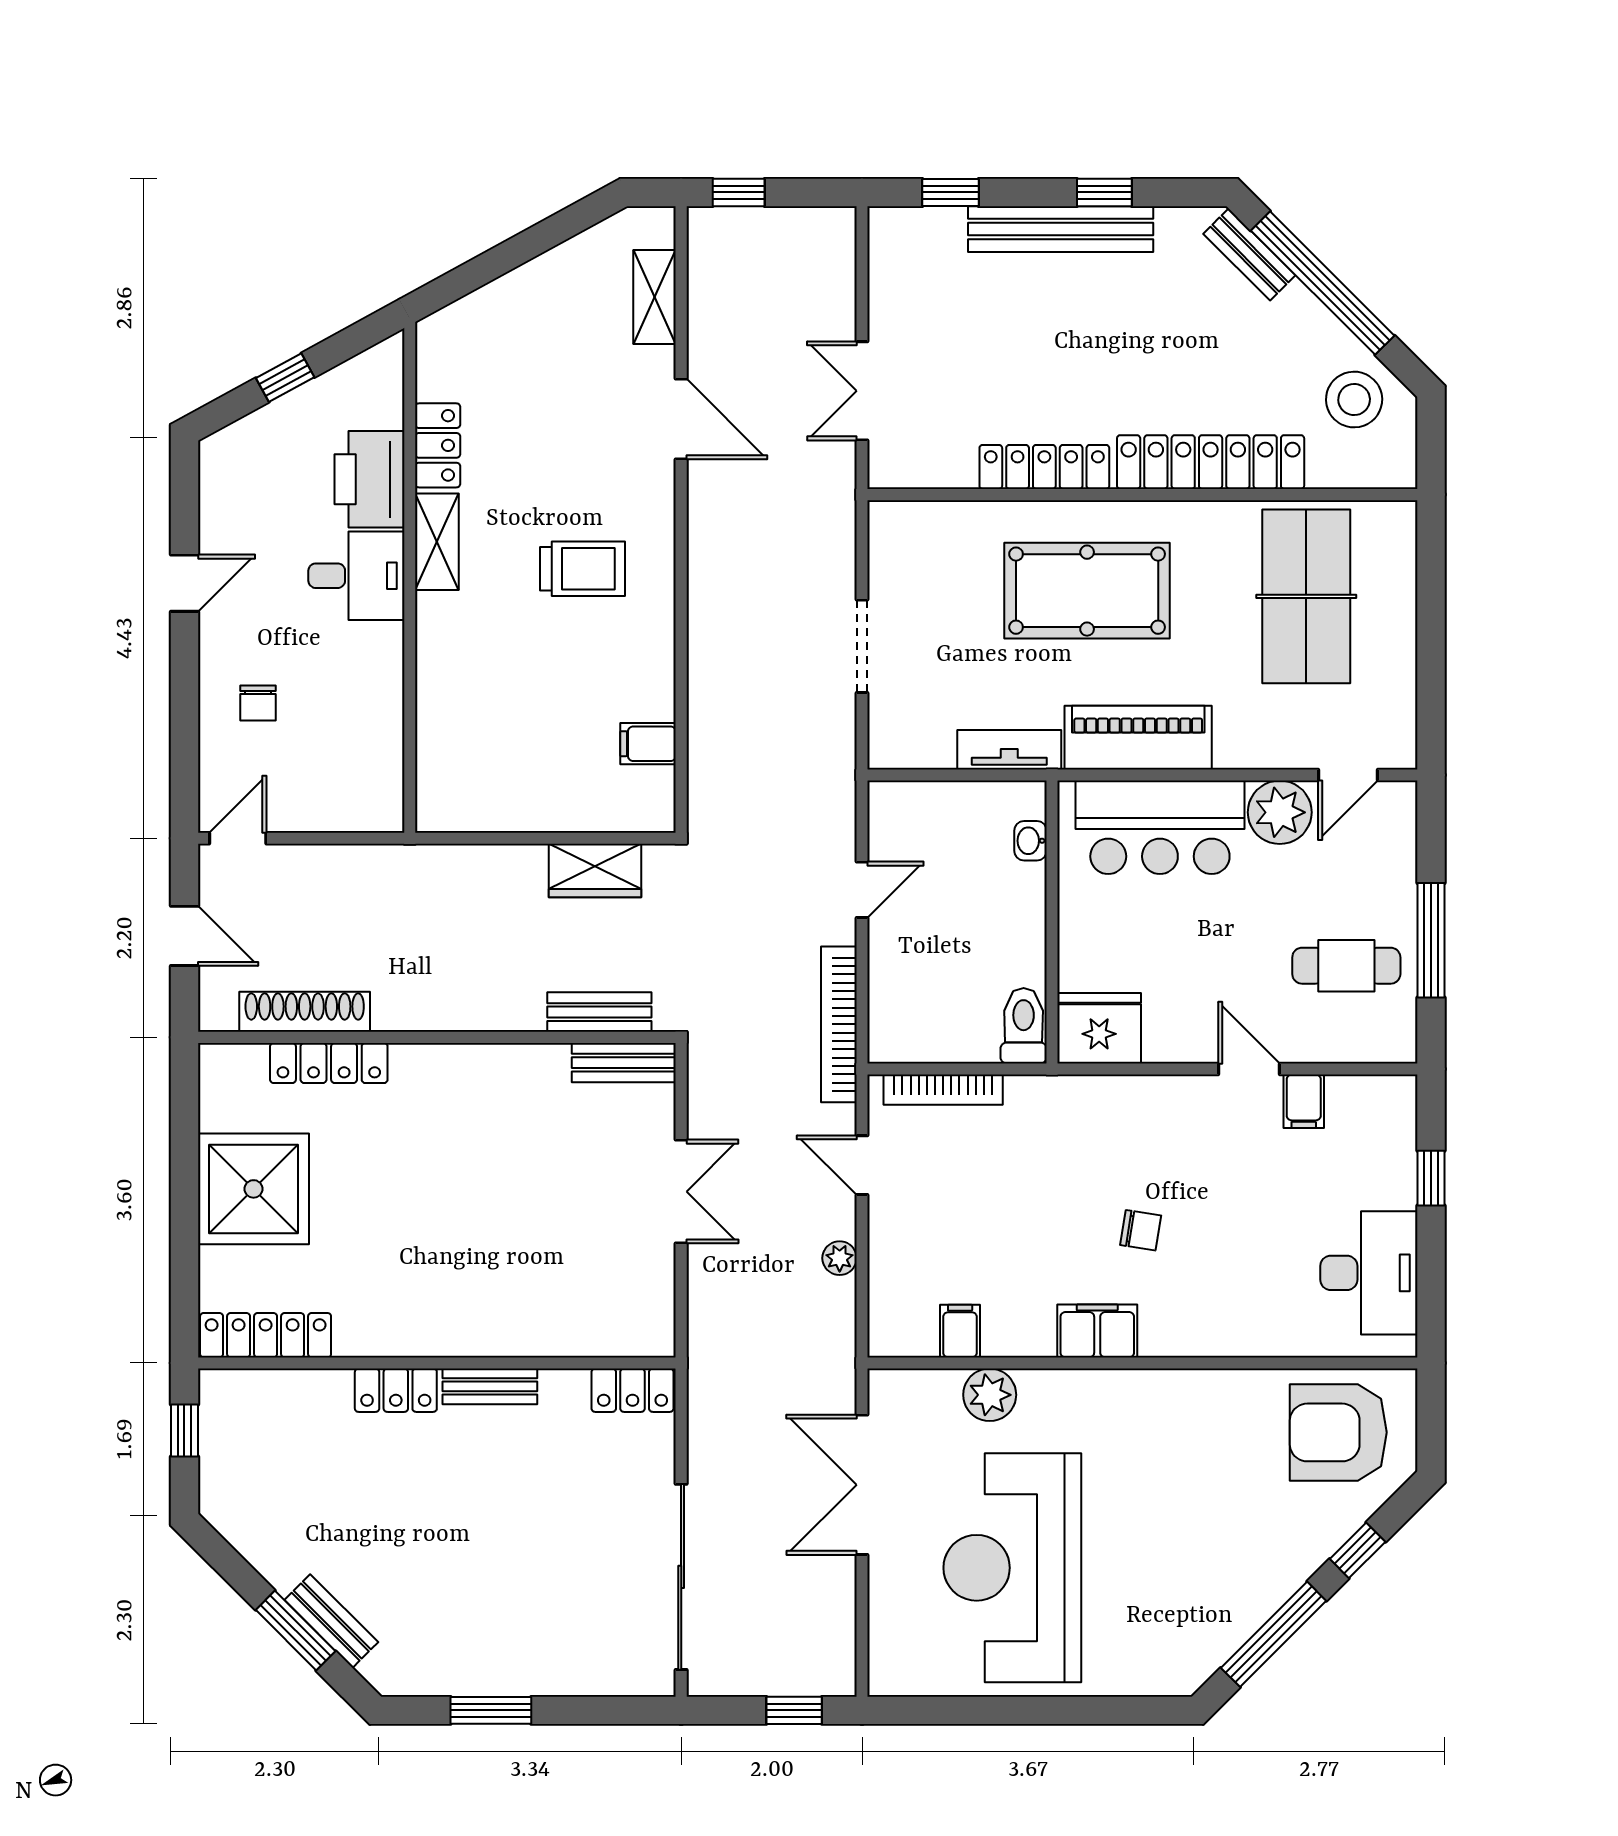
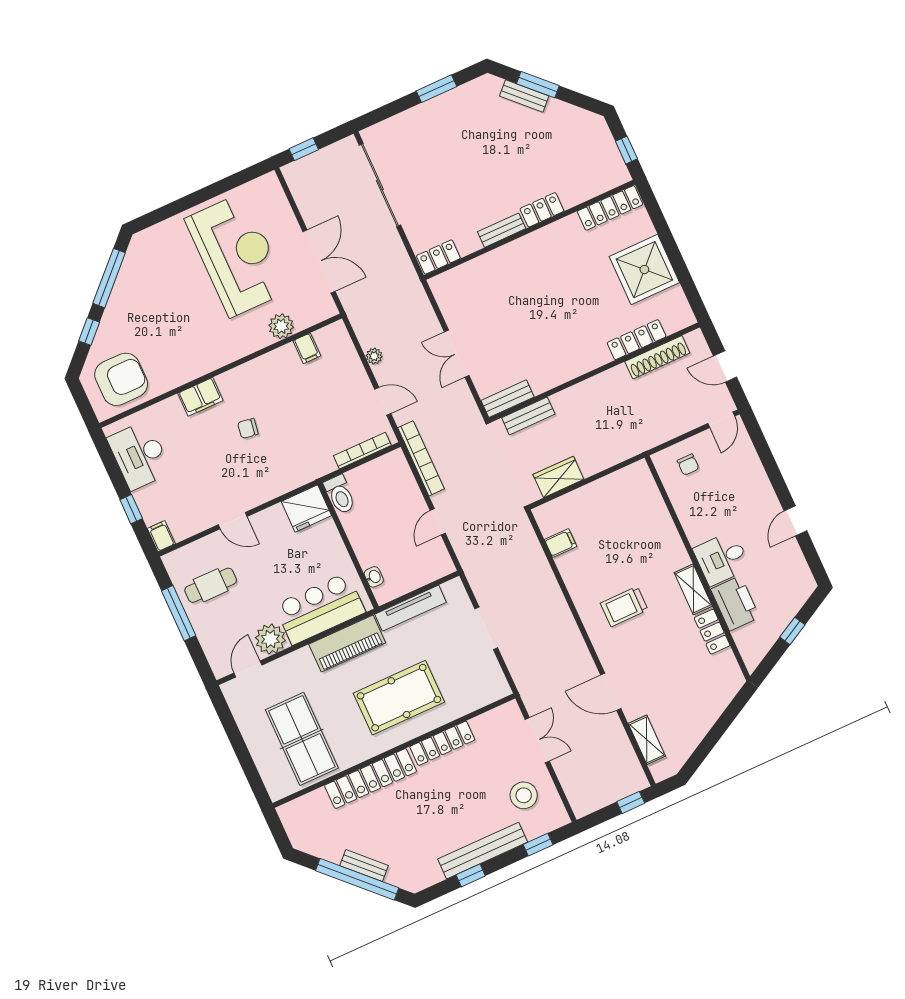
bench: (1249, 254) -> (364, 866), moved
stool: (1354, 400) -> (524, 795), moved
chair: (258, 703) -> (688, 465), moved, turned 180
tv unit: (1009, 750) -> (411, 608), width x1.41
filing cabinet: (1304, 1101) -> (161, 536), moved
filing cabinet: (1097, 1331) -> (200, 397), moved

